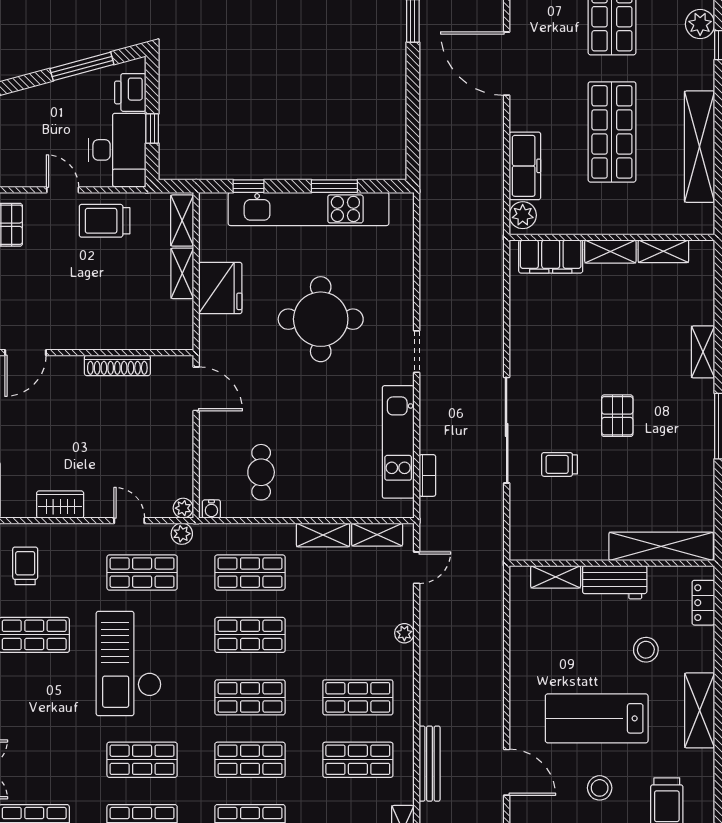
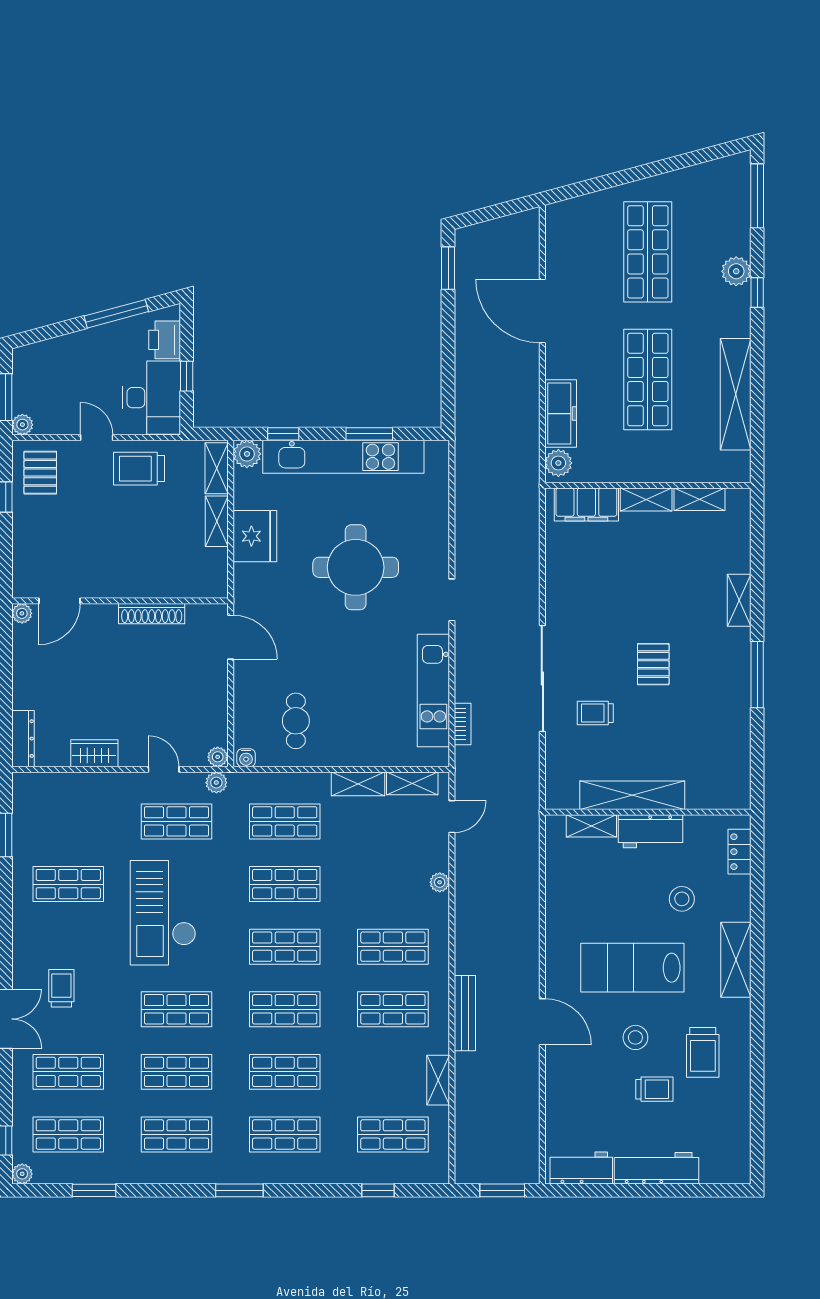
plant: (212, 206) -> (247, 454), added
shelving: (661, 546) -> (632, 795), moved
trolley: (25, 566) -> (61, 988), moved

